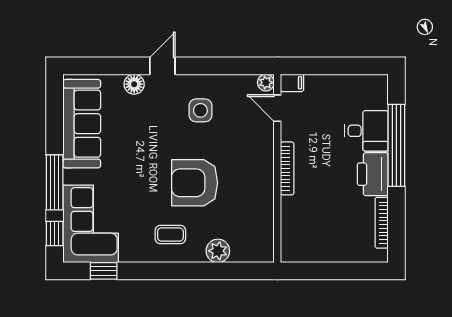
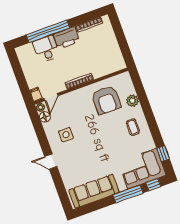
floor lamp: (134, 84) -> (45, 117), moved
armchair: (195, 183) -> (106, 100), moved

